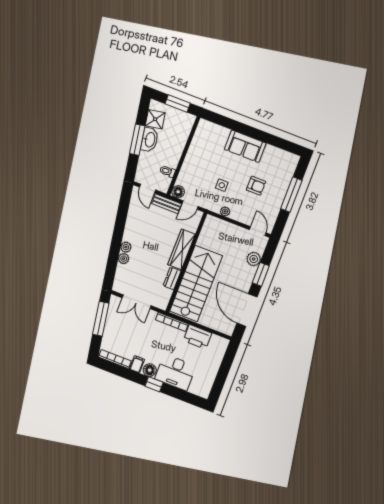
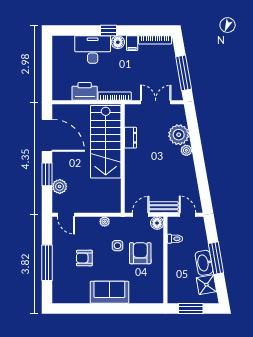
armchair: (204, 170) -> (140, 253), added
wardrobe: (181, 249) -> (132, 169), removed
plant: (124, 259) -> (179, 135), width x1.87, depth x1.87

